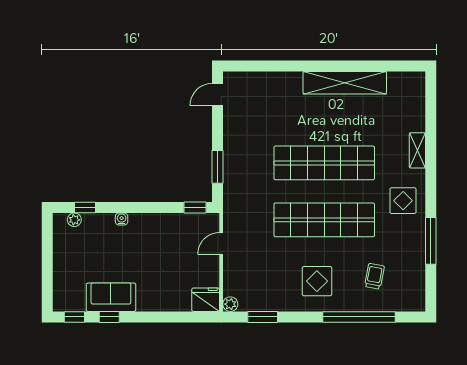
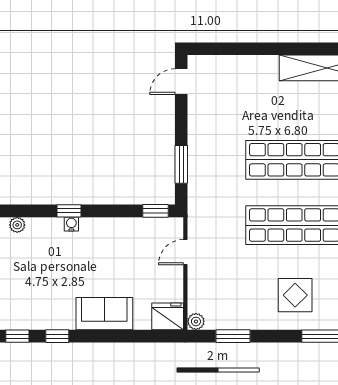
window: (85, 208) -> (69, 211), moved
sofa: (111, 297) -> (104, 314), moved

